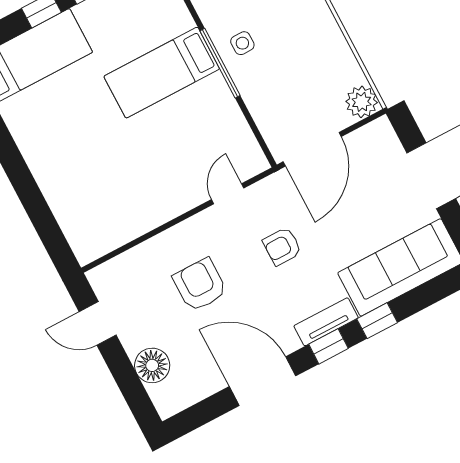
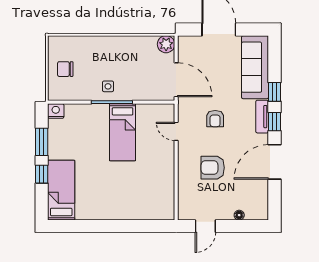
bed: (162, 73) -> (123, 132), moved
floor lamp: (152, 365) -> (239, 215), width x0.53, depth x0.53

